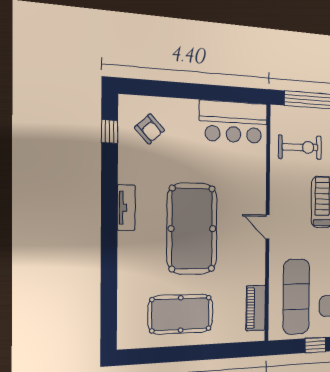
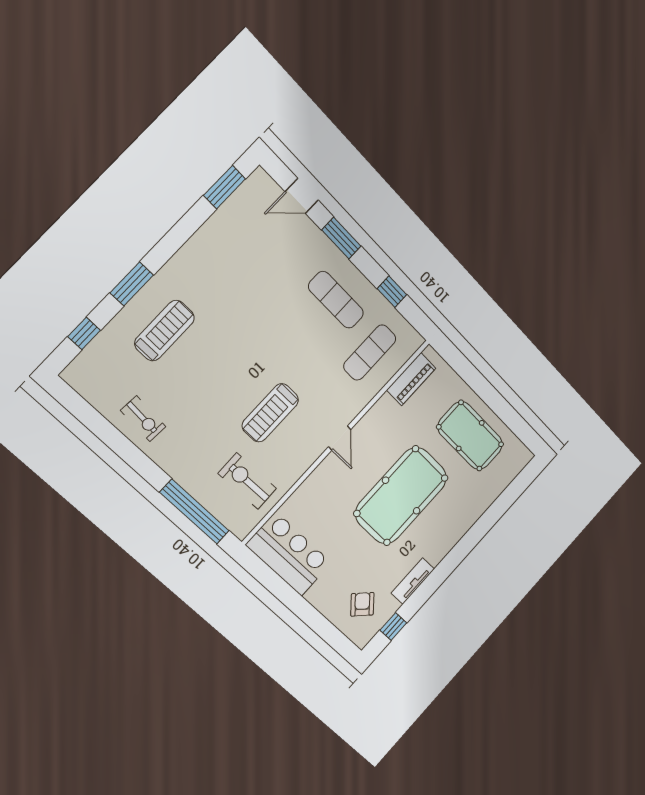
tv unit: (126, 208) -> (413, 581), moved
exercise mat: (296, 297) -> (370, 352), width x0.73, depth x0.69

